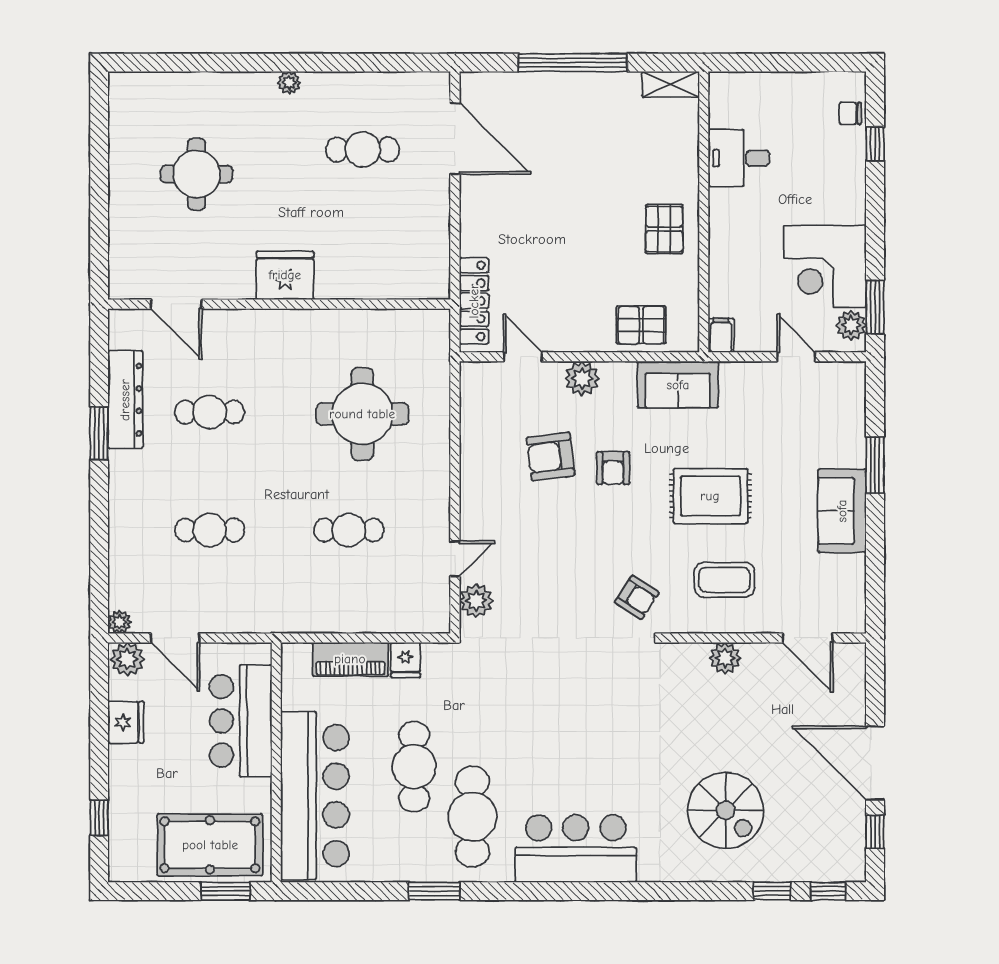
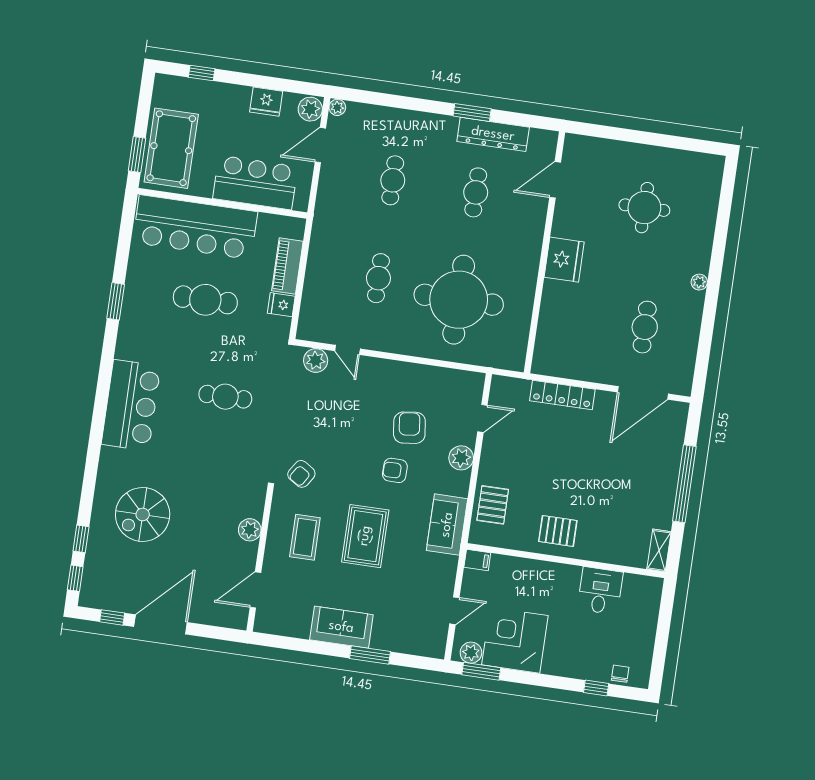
locker: (474, 301) -> (562, 395), moved
round table: (362, 414) -> (459, 300), width x1.36, depth x1.36
cafe table: (472, 817) -> (225, 397), moved, width x0.73, depth x0.74

